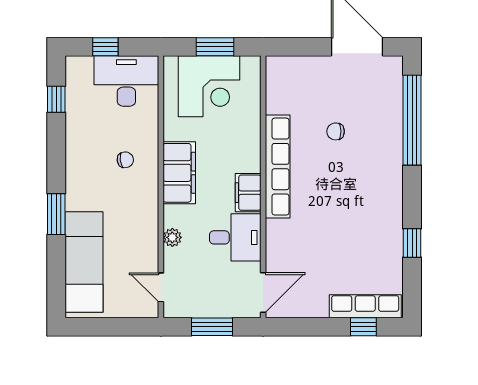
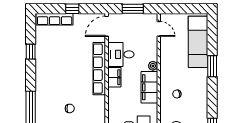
row of seats: (278, 167) -> (99, 69), moved
plant: (172, 237) -> (153, 66), moved
window: (363, 327) -> (72, 9), moved

